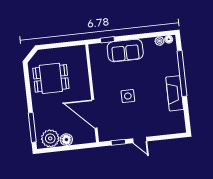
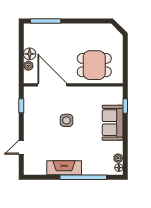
dining table: (51, 78) -> (94, 65), moved, turned 90
door: (94, 114) -> (52, 85), hinge flipped
plant: (50, 138) -> (28, 66), moved, width x0.53, depth x0.53
door: (140, 140) -> (21, 147), moved

